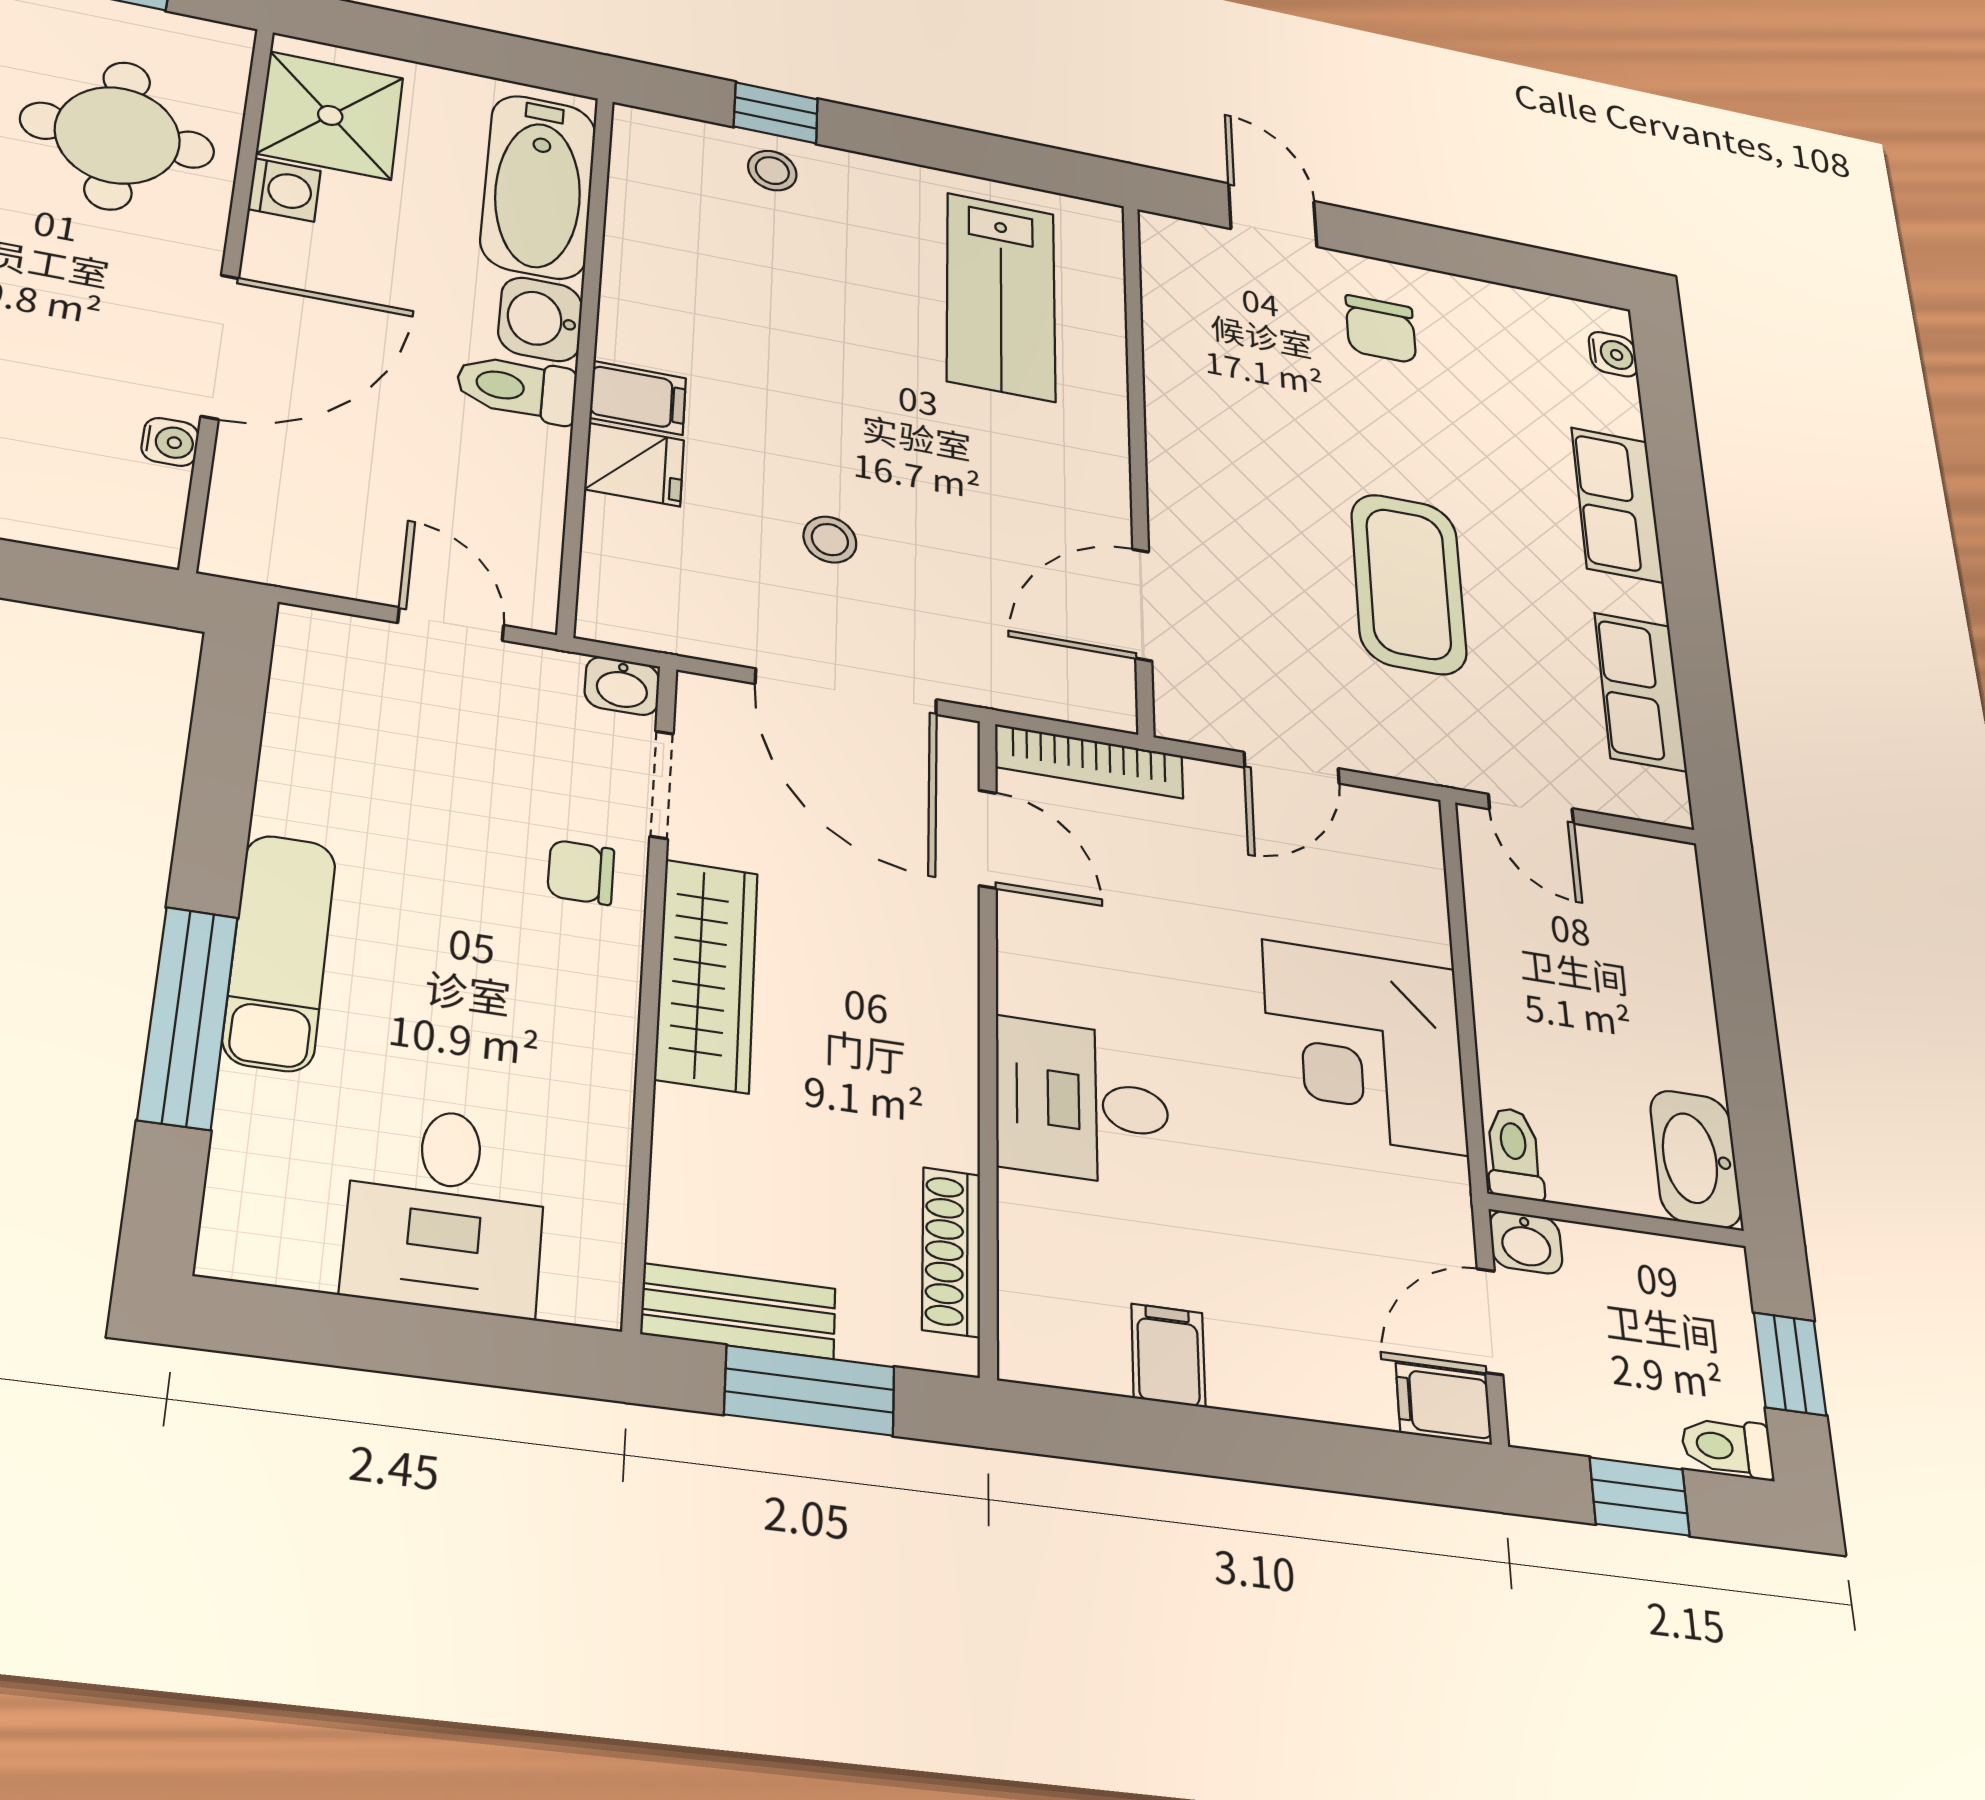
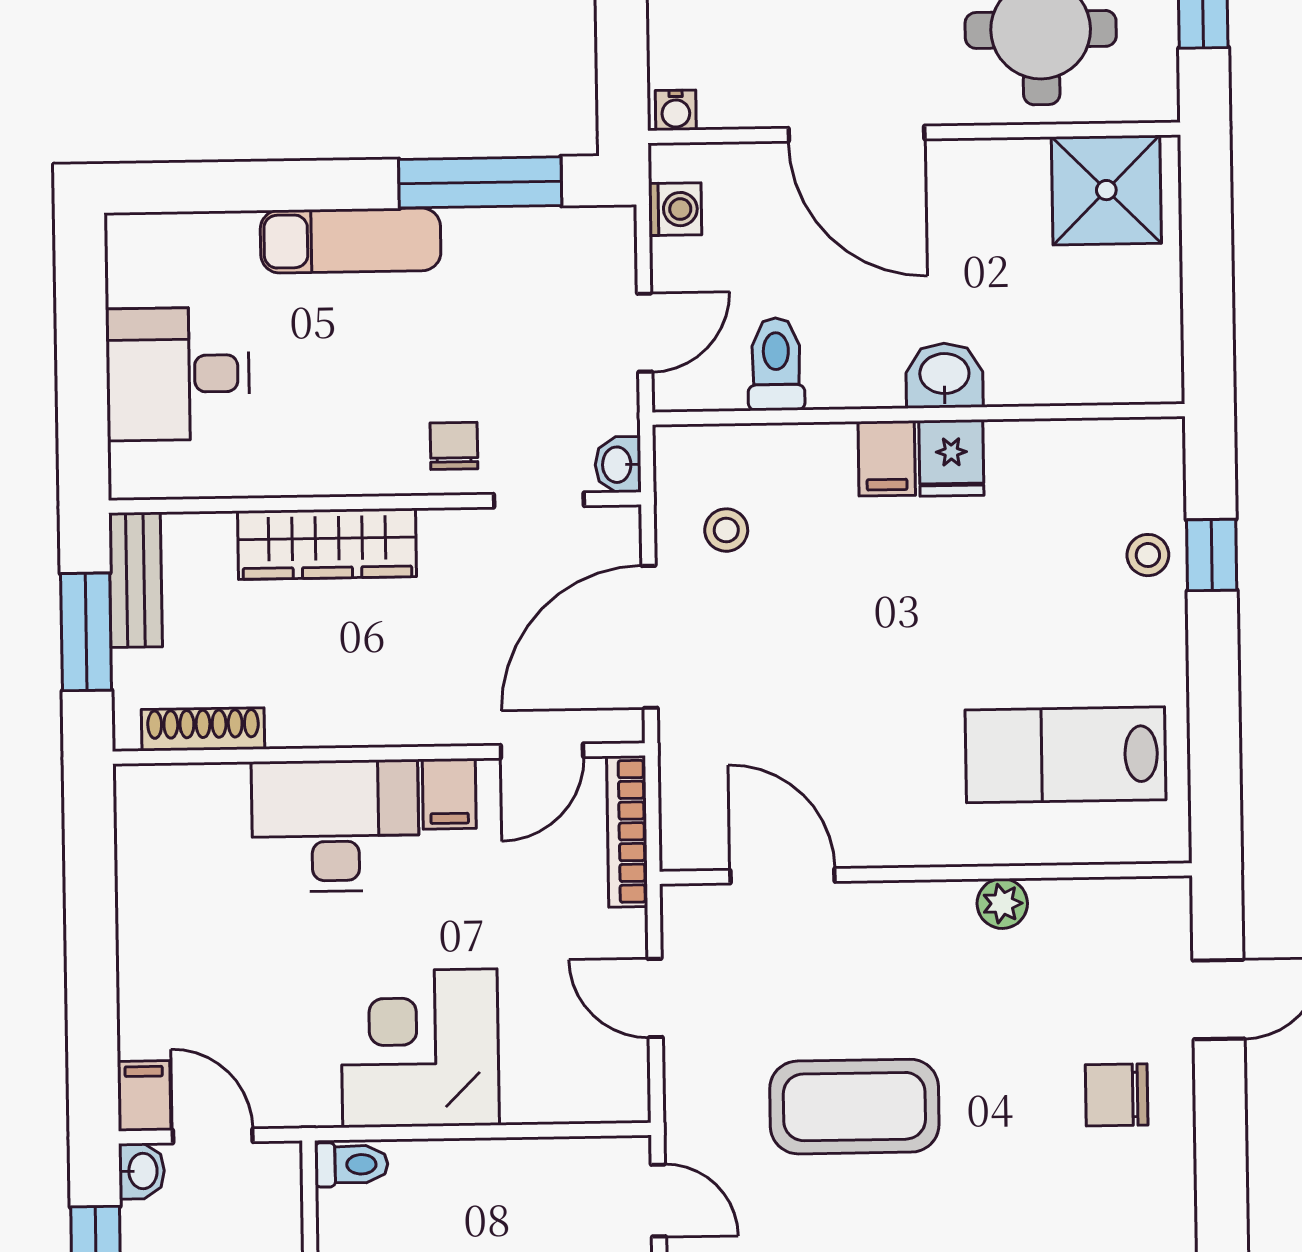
bathtub: (538, 186) -> (1079, 363), removed
washing machine: (284, 190) -> (675, 209), moved, turned -90
toilet: (517, 388) -> (776, 364), moved
plant: (1171, 392) -> (1002, 903), added
water cooler: (170, 442) -> (676, 110), moved
fridge: (634, 465) -> (951, 458), moved
stool: (830, 540) -> (726, 530), moved
door: (1531, 809) -> (658, 1200), swing flipped
wardrobe: (707, 975) -> (327, 544), moved
window: (188, 1017) -> (480, 182), moved
desk: (1082, 1102) -> (335, 826), width x1.37
washbasin: (1526, 1242) -> (142, 1171), moved, turned 180
filing cabinet: (1168, 1355) -> (449, 794), moved, turned 90

